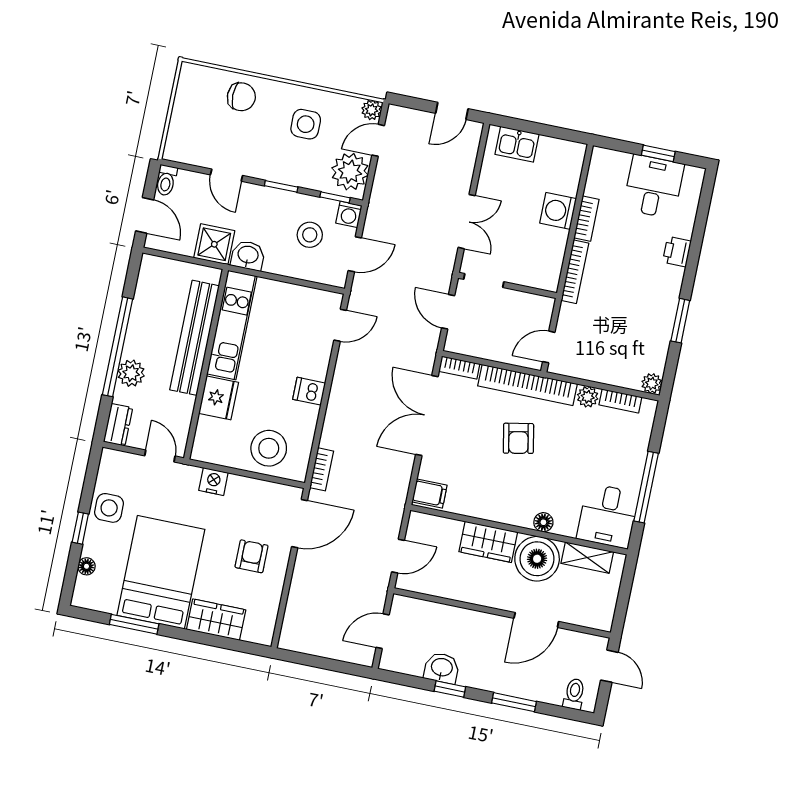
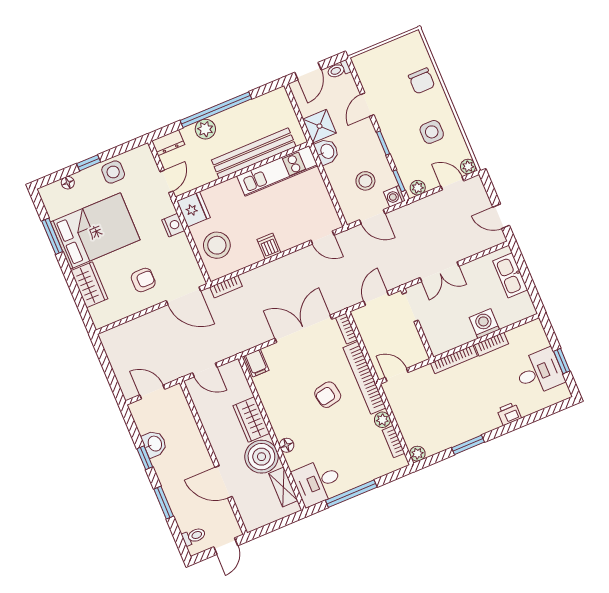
kitchen sink: (517, 144) -> (510, 275), width x1.38
plant: (350, 172) -> (418, 188), width x0.53, depth x0.53
fridge: (219, 398) -> (193, 209), moved, turned -90

